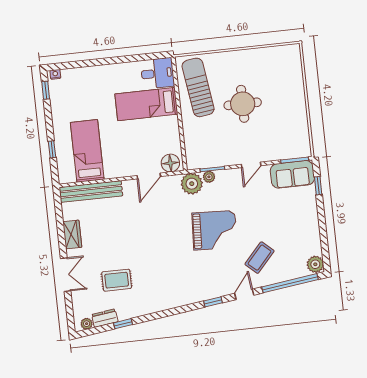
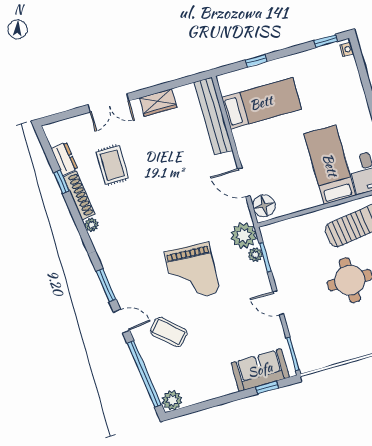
sofa: (292, 174) -> (260, 370), moved, turned 90
window: (213, 302) -> (106, 285), width x1.50
shoe rack: (137, 311) -> (79, 196), added
plant: (87, 324) -> (91, 225), moved

